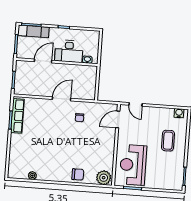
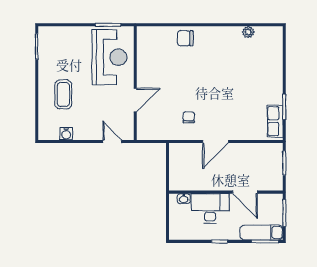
door: (43, 61) -> (245, 192), hinge flipped
water cooler: (179, 113) -> (66, 134), moved
row of seats: (17, 116) -> (275, 121), width x0.68
door: (118, 119) -> (135, 100), moved
plant: (104, 178) -> (149, 36), removed

